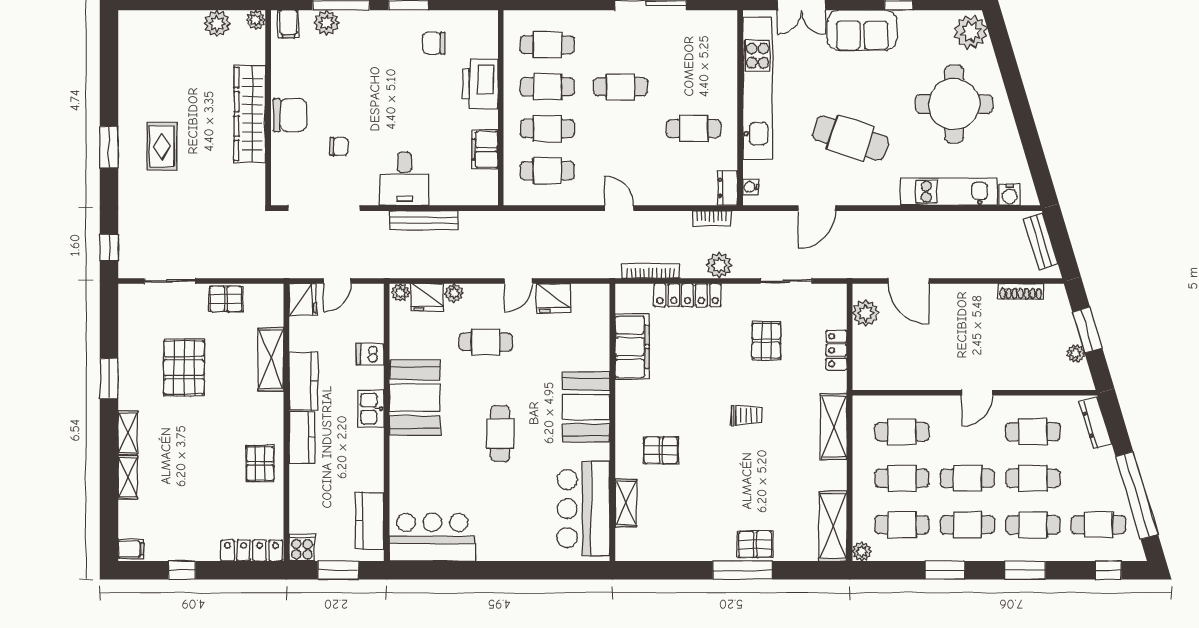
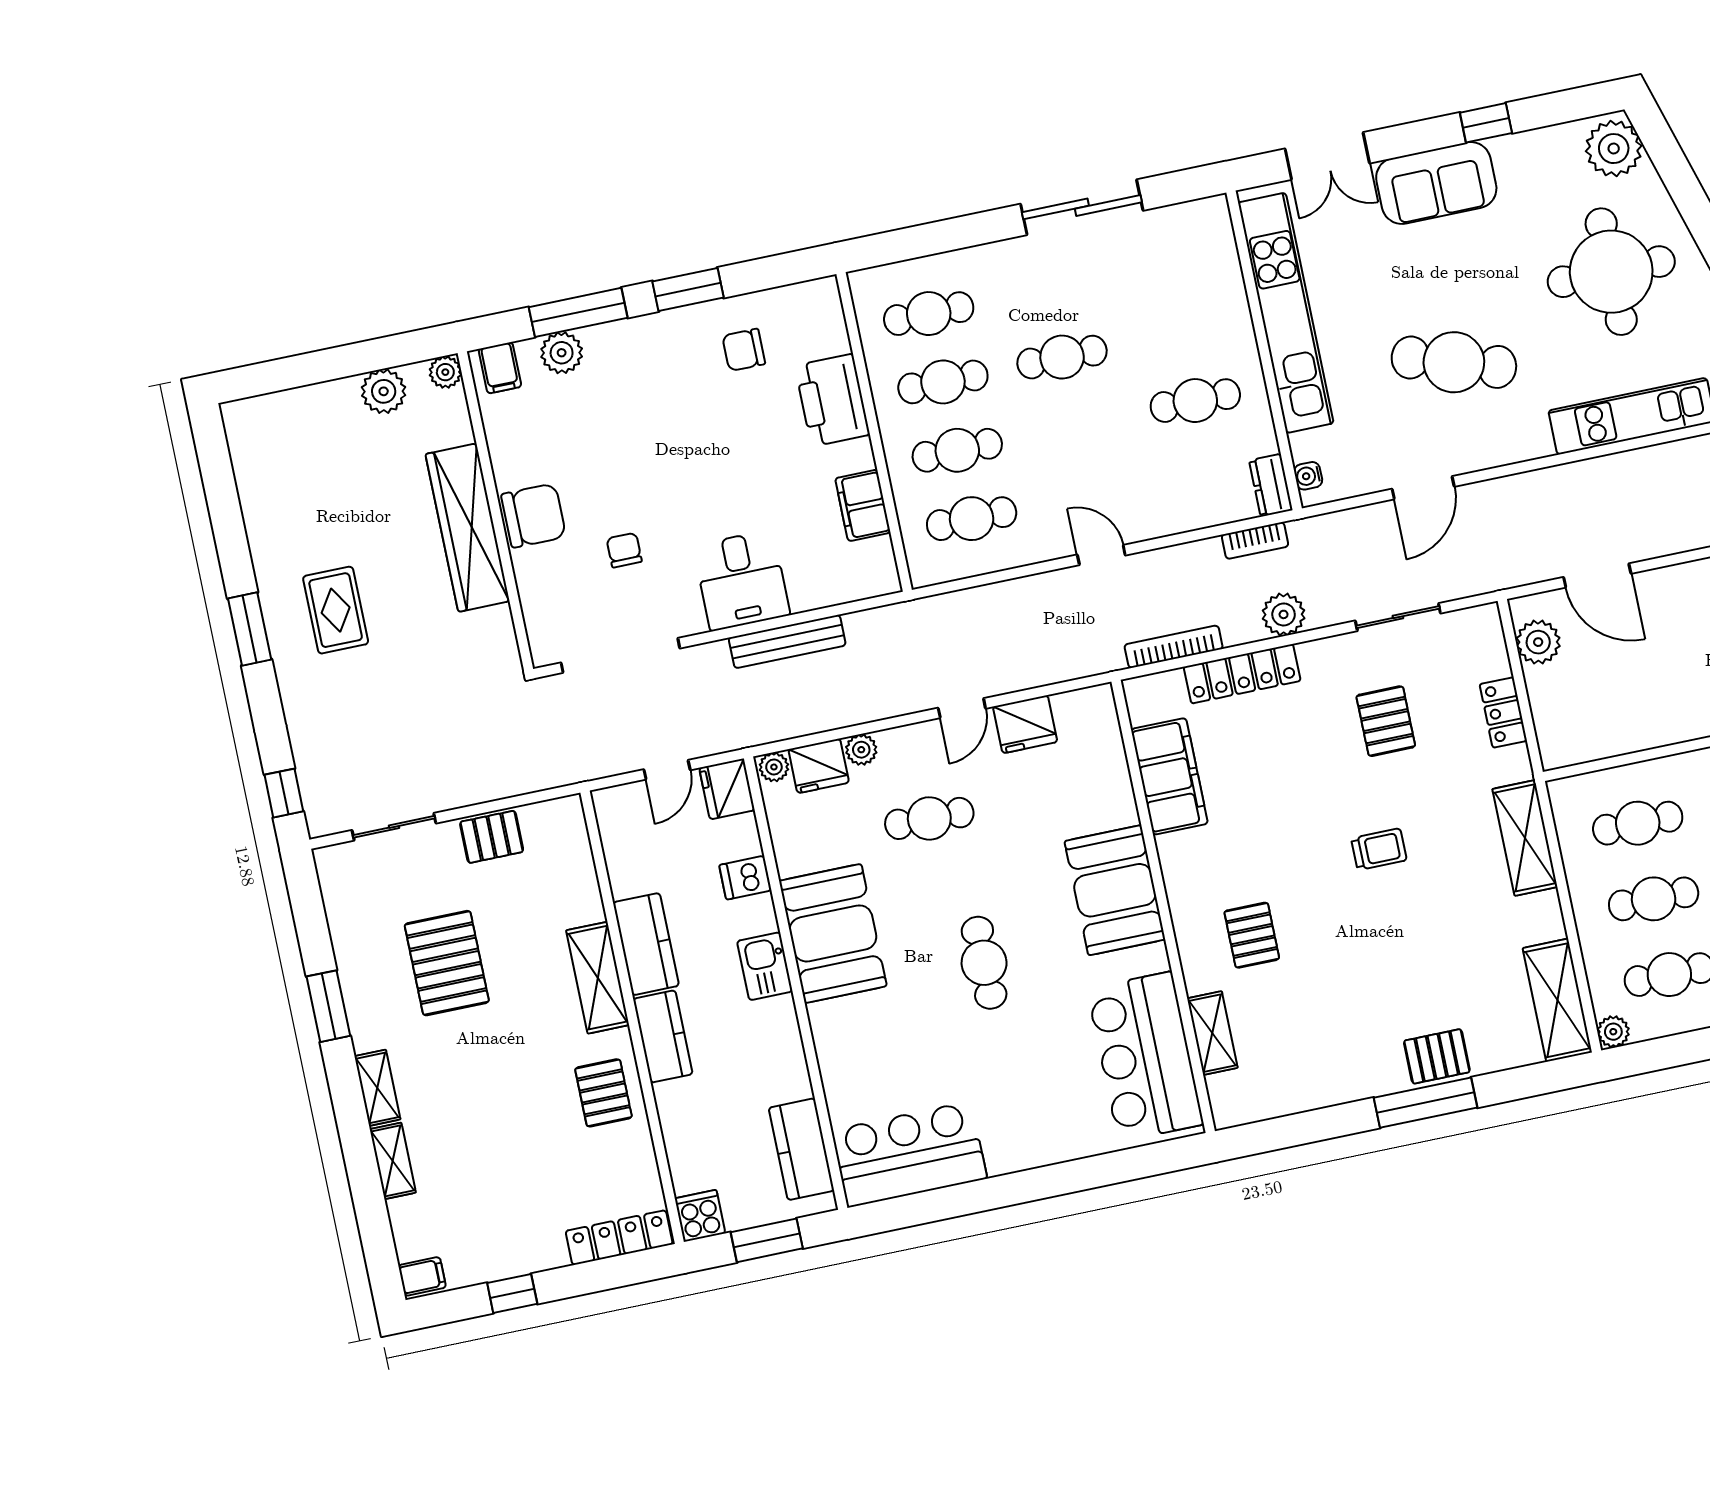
chair: (339, 146) -> (624, 550), turned -90
fridge: (303, 300) -> (727, 789), moved, turned 180
shelving: (271, 359) -> (598, 978), moved
pallet: (661, 450) -> (1252, 935), turned 90

